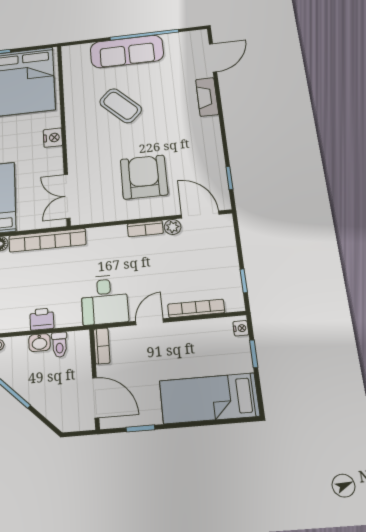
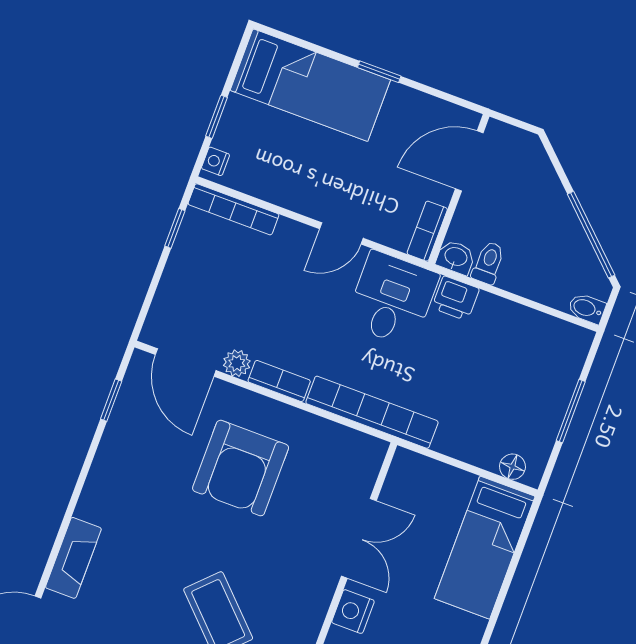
double door: (67, 196) -> (359, 538), moved
bookcase: (47, 240) -> (372, 412), moved
bookcase: (196, 308) -> (233, 209), moved
printer: (42, 319) -> (456, 298), moved
washbasin: (39, 343) -> (456, 257), moved
door: (96, 398) -> (469, 161), hinge flipped
window: (140, 428) -> (379, 72), moved

